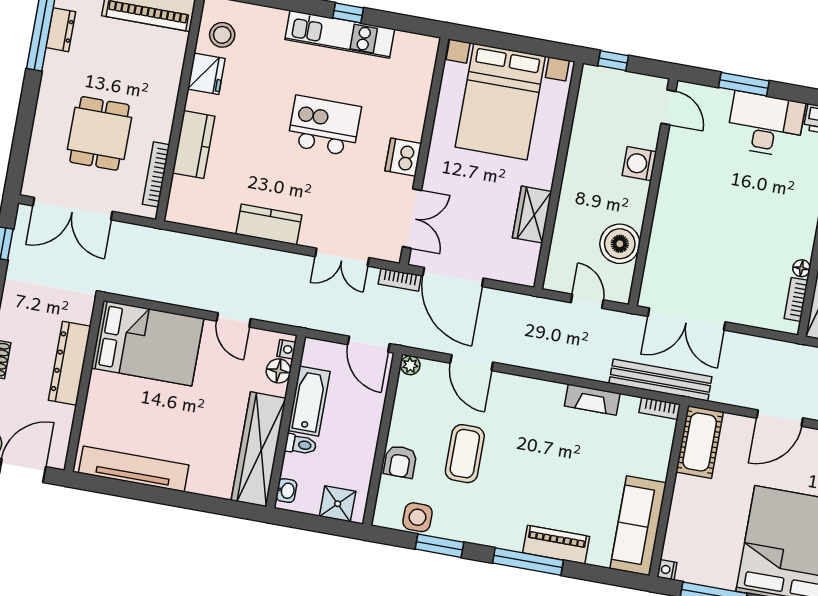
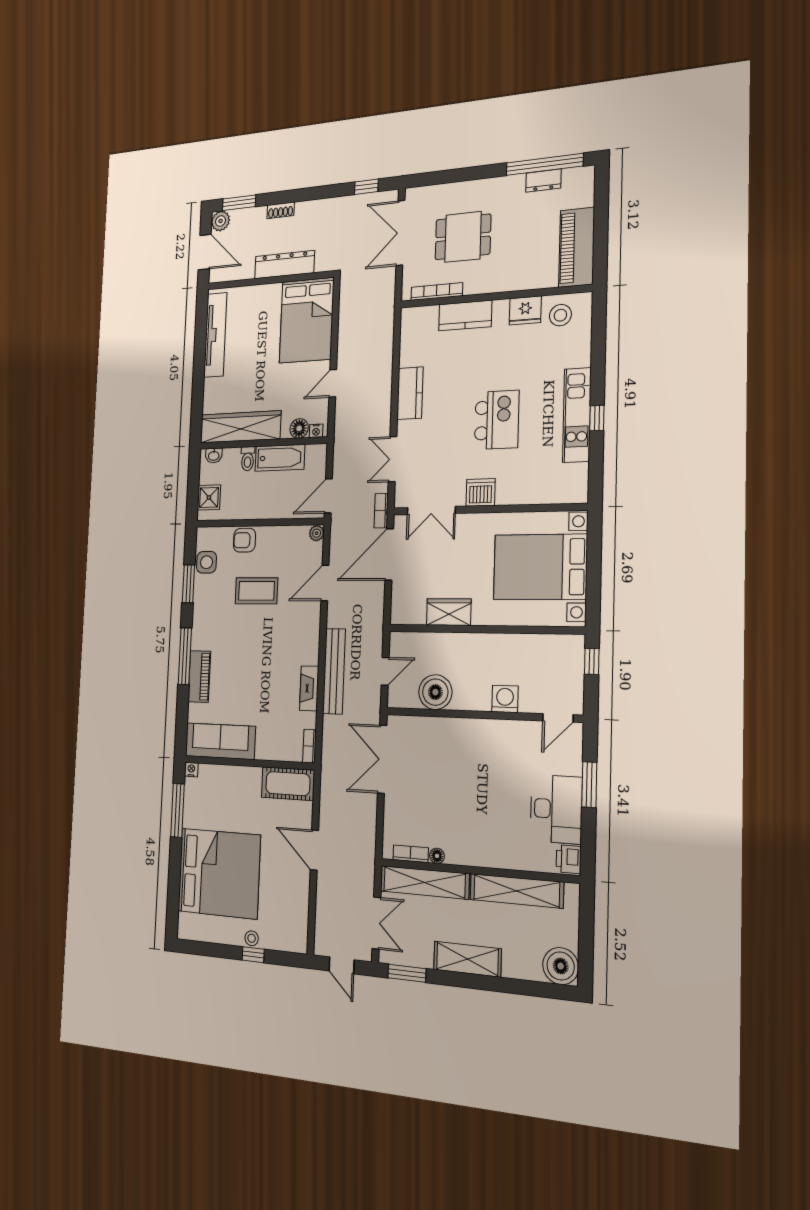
bench: (660, 380) -> (334, 671), moved

